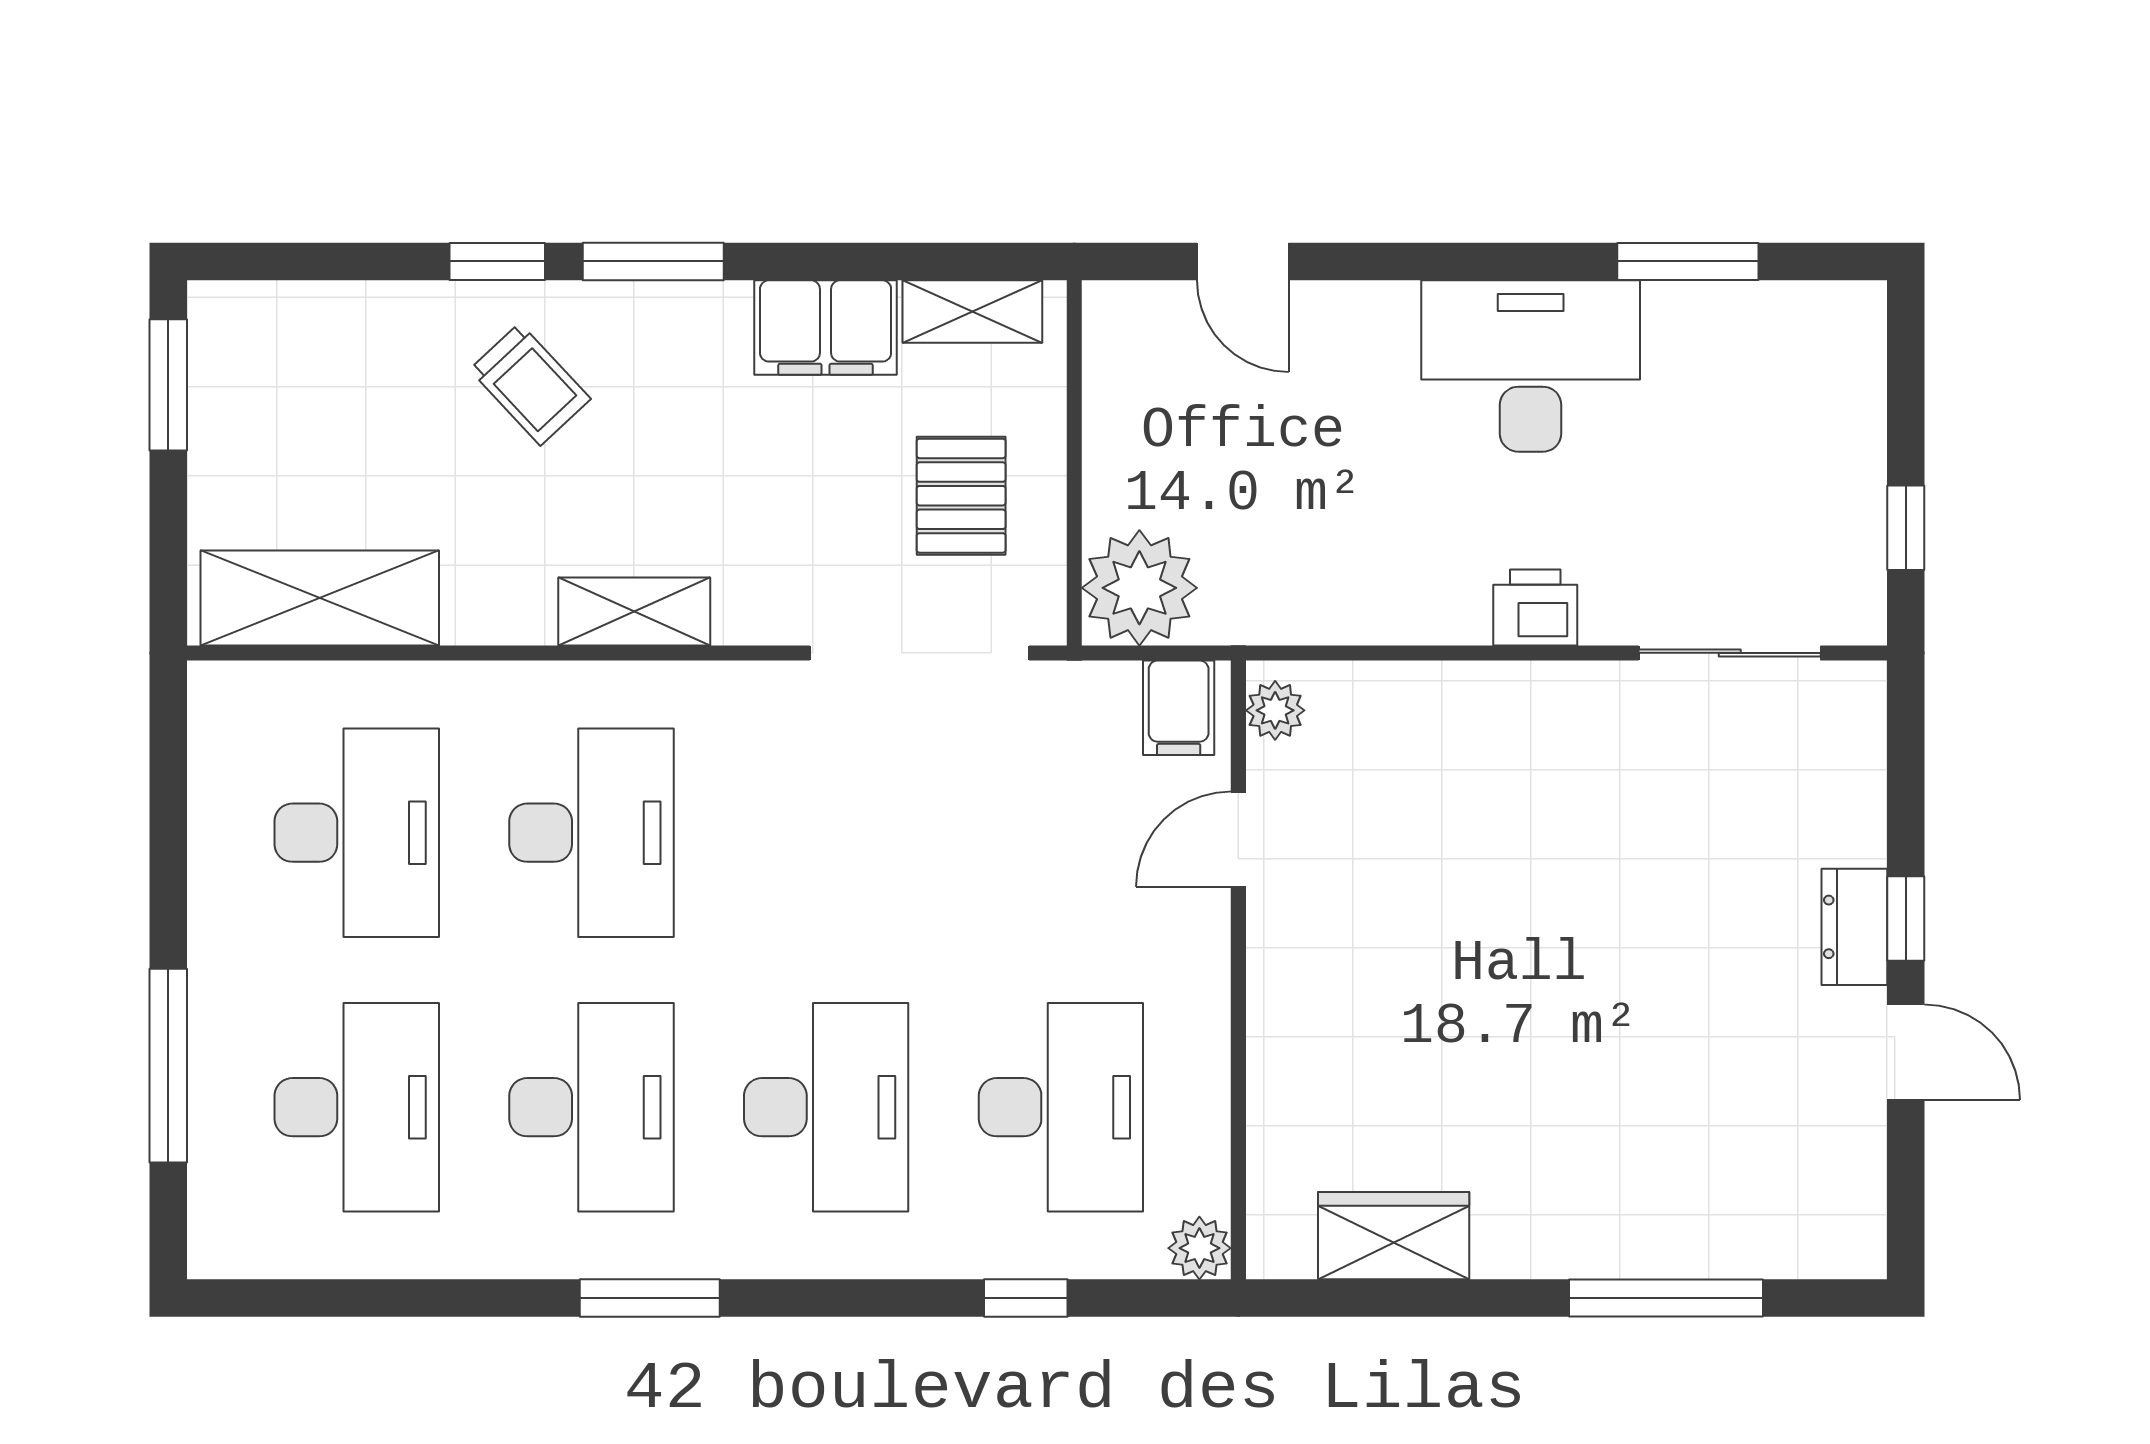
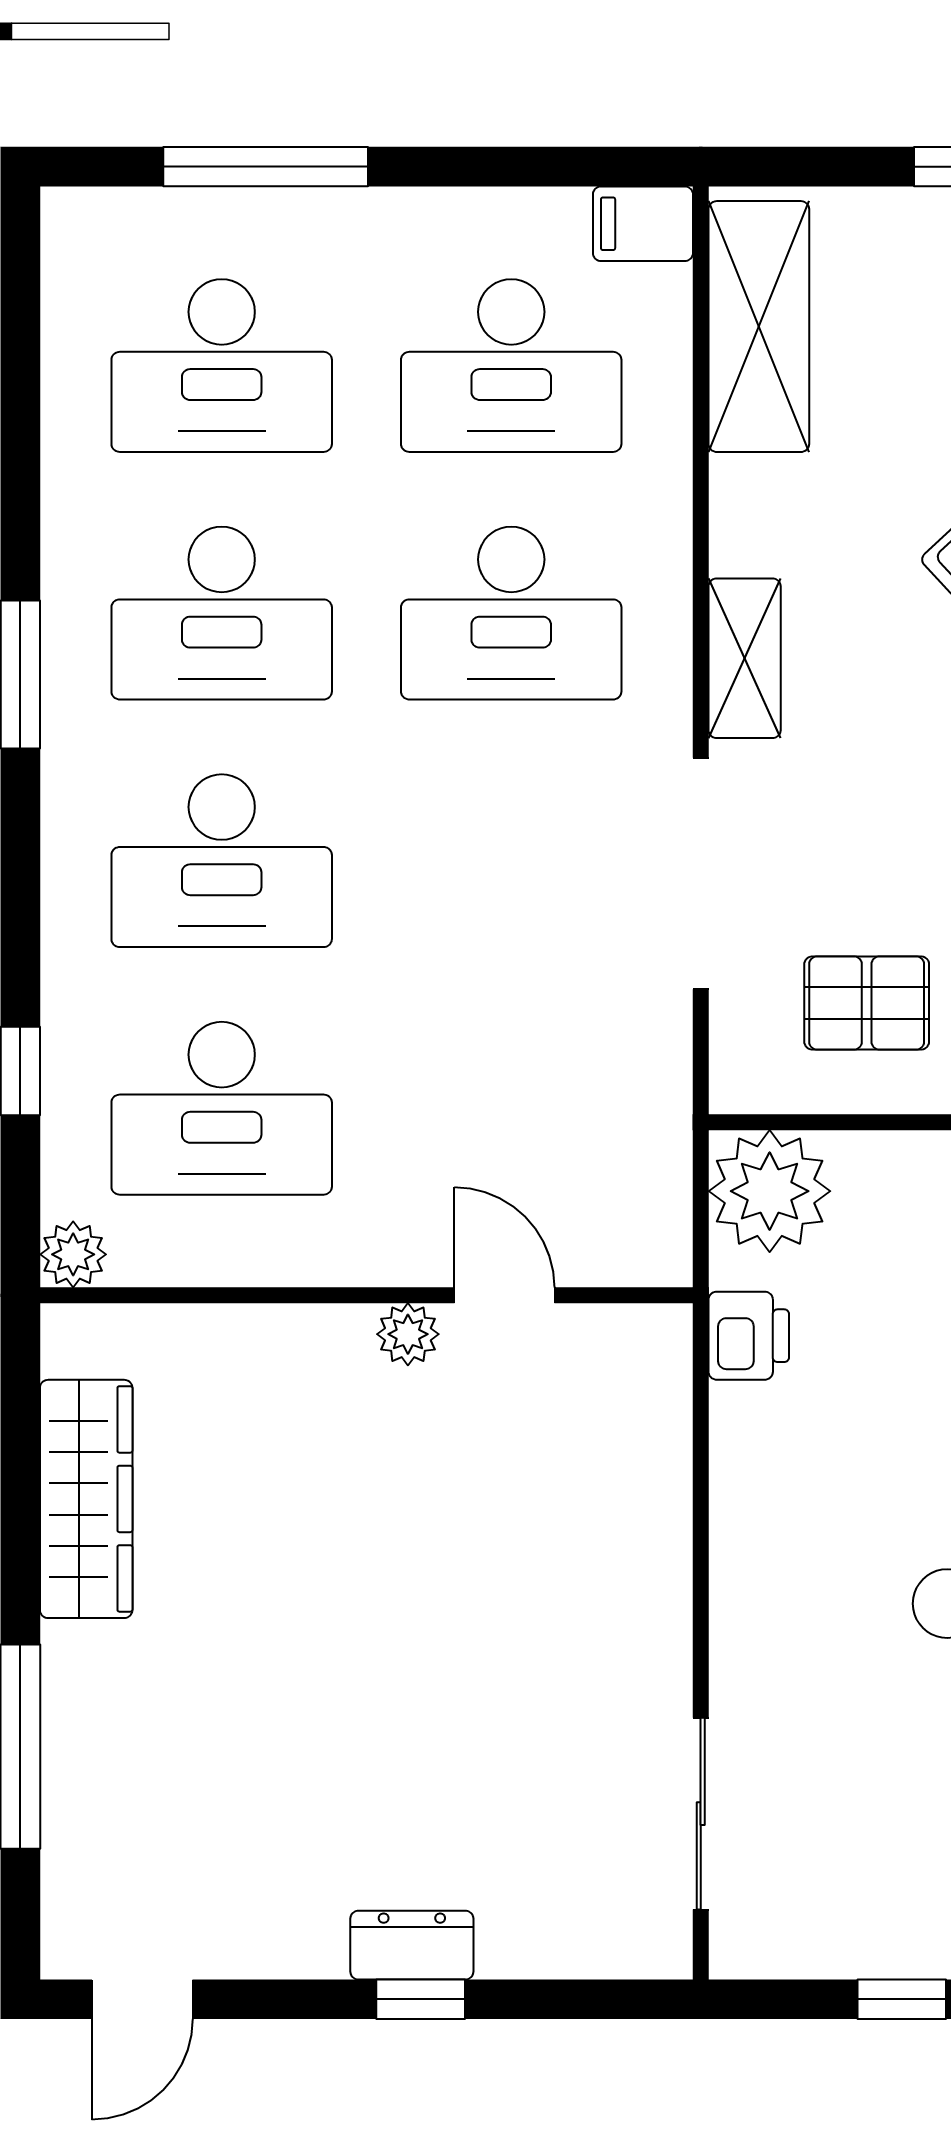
window: (1906, 528) -> (902, 1999), moved
printer: (1535, 607) -> (749, 1336), moved
doorway: (919, 653) -> (701, 873), moved
filing cabinet: (1179, 708) -> (643, 224), moved
plant: (1275, 710) -> (408, 1334), moved
door: (1906, 1052) -> (142, 1999), moved
wardrobe: (1394, 1236) -> (86, 1499), width x1.50

